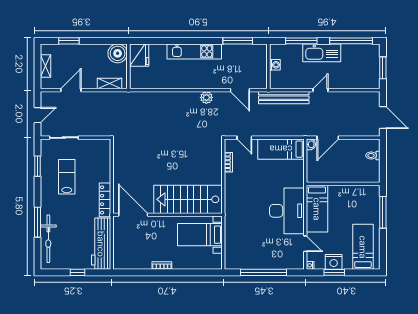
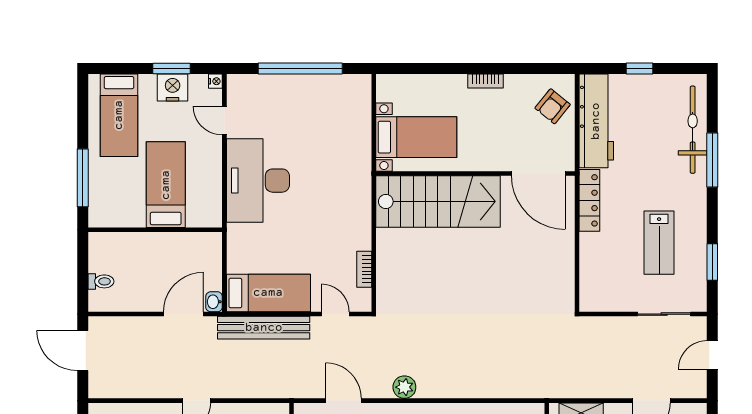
bench: (284, 98) -> (264, 328), moved
bed: (317, 209) -> (166, 185), moved
armchair: (125, 252) -> (553, 106), added

